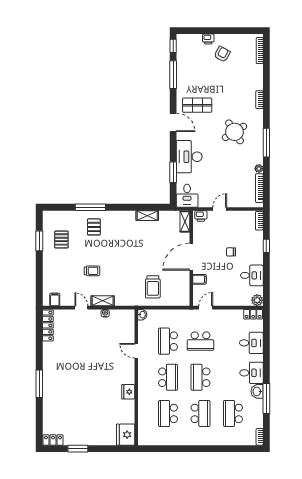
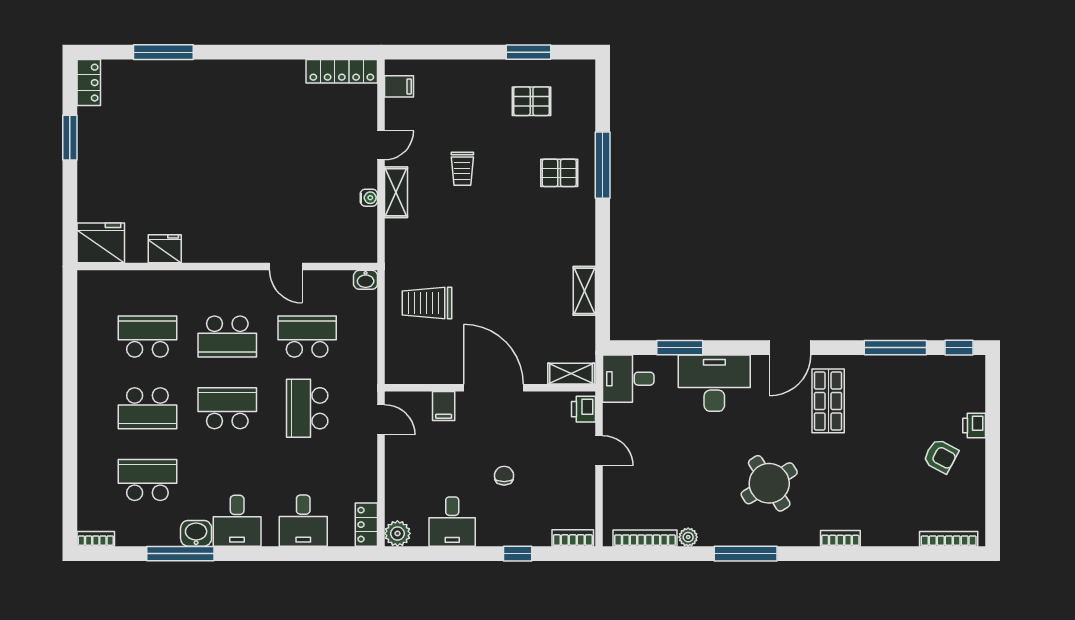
door: (136, 351) -> (286, 267), swing flipped
window: (39, 384) -> (163, 52), moved
fridge: (128, 392) -> (165, 249), moved

